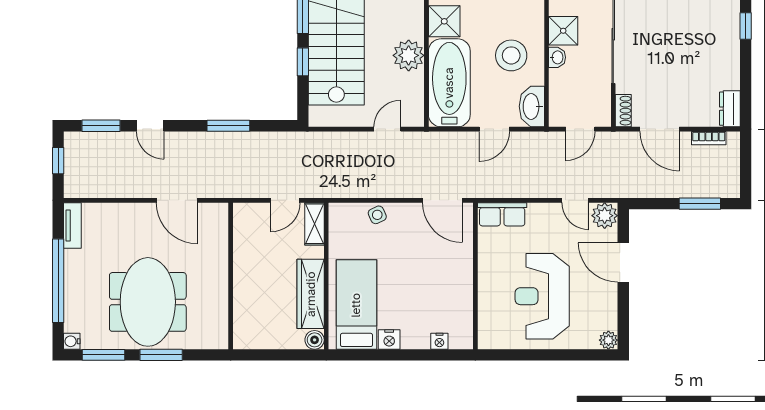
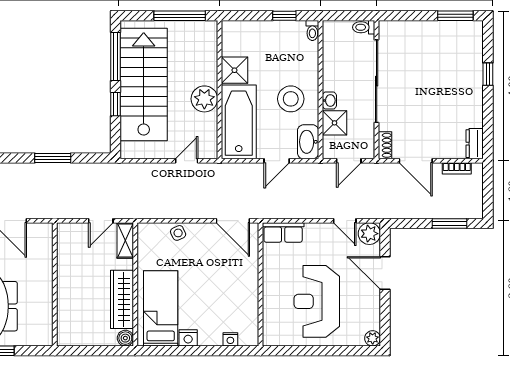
shower: (563, 31) -> (334, 123), moved

